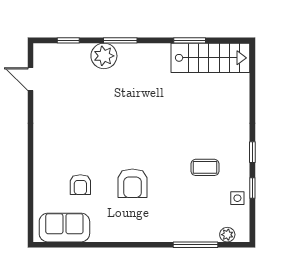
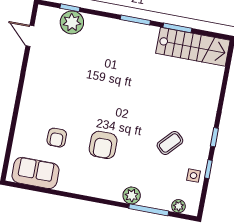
window: (120, 40) -> (135, 20), moved
plant: (104, 56) -> (72, 22), moved
coffee table: (205, 167) -> (170, 143), turned -47
plant: (174, 233) -> (132, 196), added

